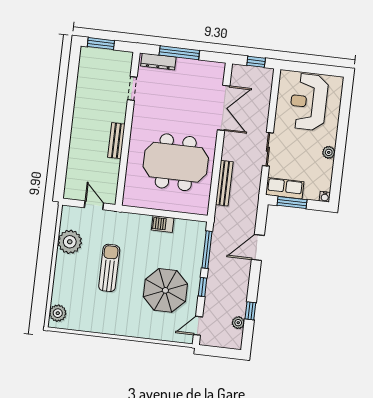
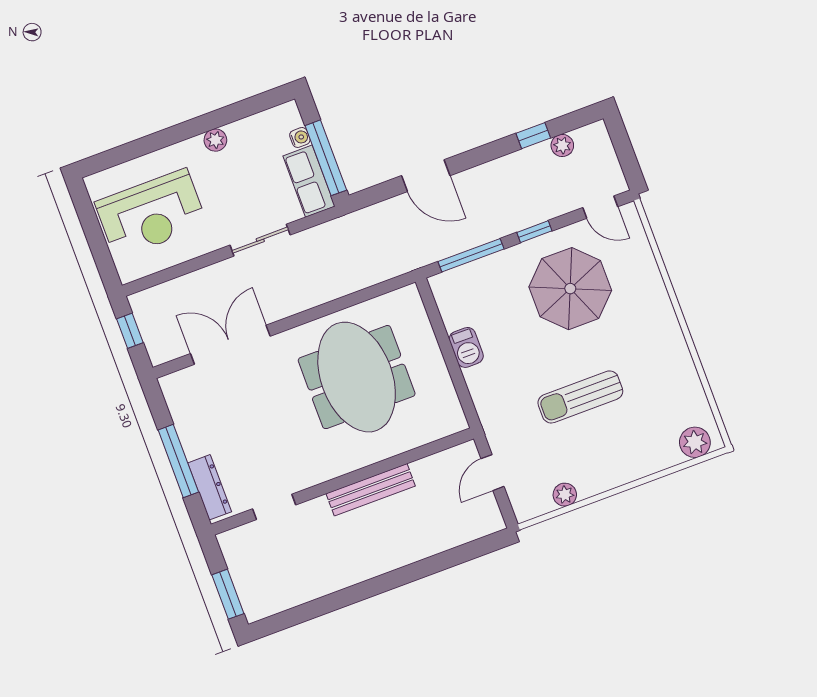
bench: (116, 141) -> (371, 490), width x1.36
bench: (224, 183) -> (350, 282), removed
water cooler: (325, 197) -> (300, 137), moved
window: (292, 203) -> (326, 158), width x1.44
plant: (70, 242) -> (565, 495), width x0.53, depth x0.53

